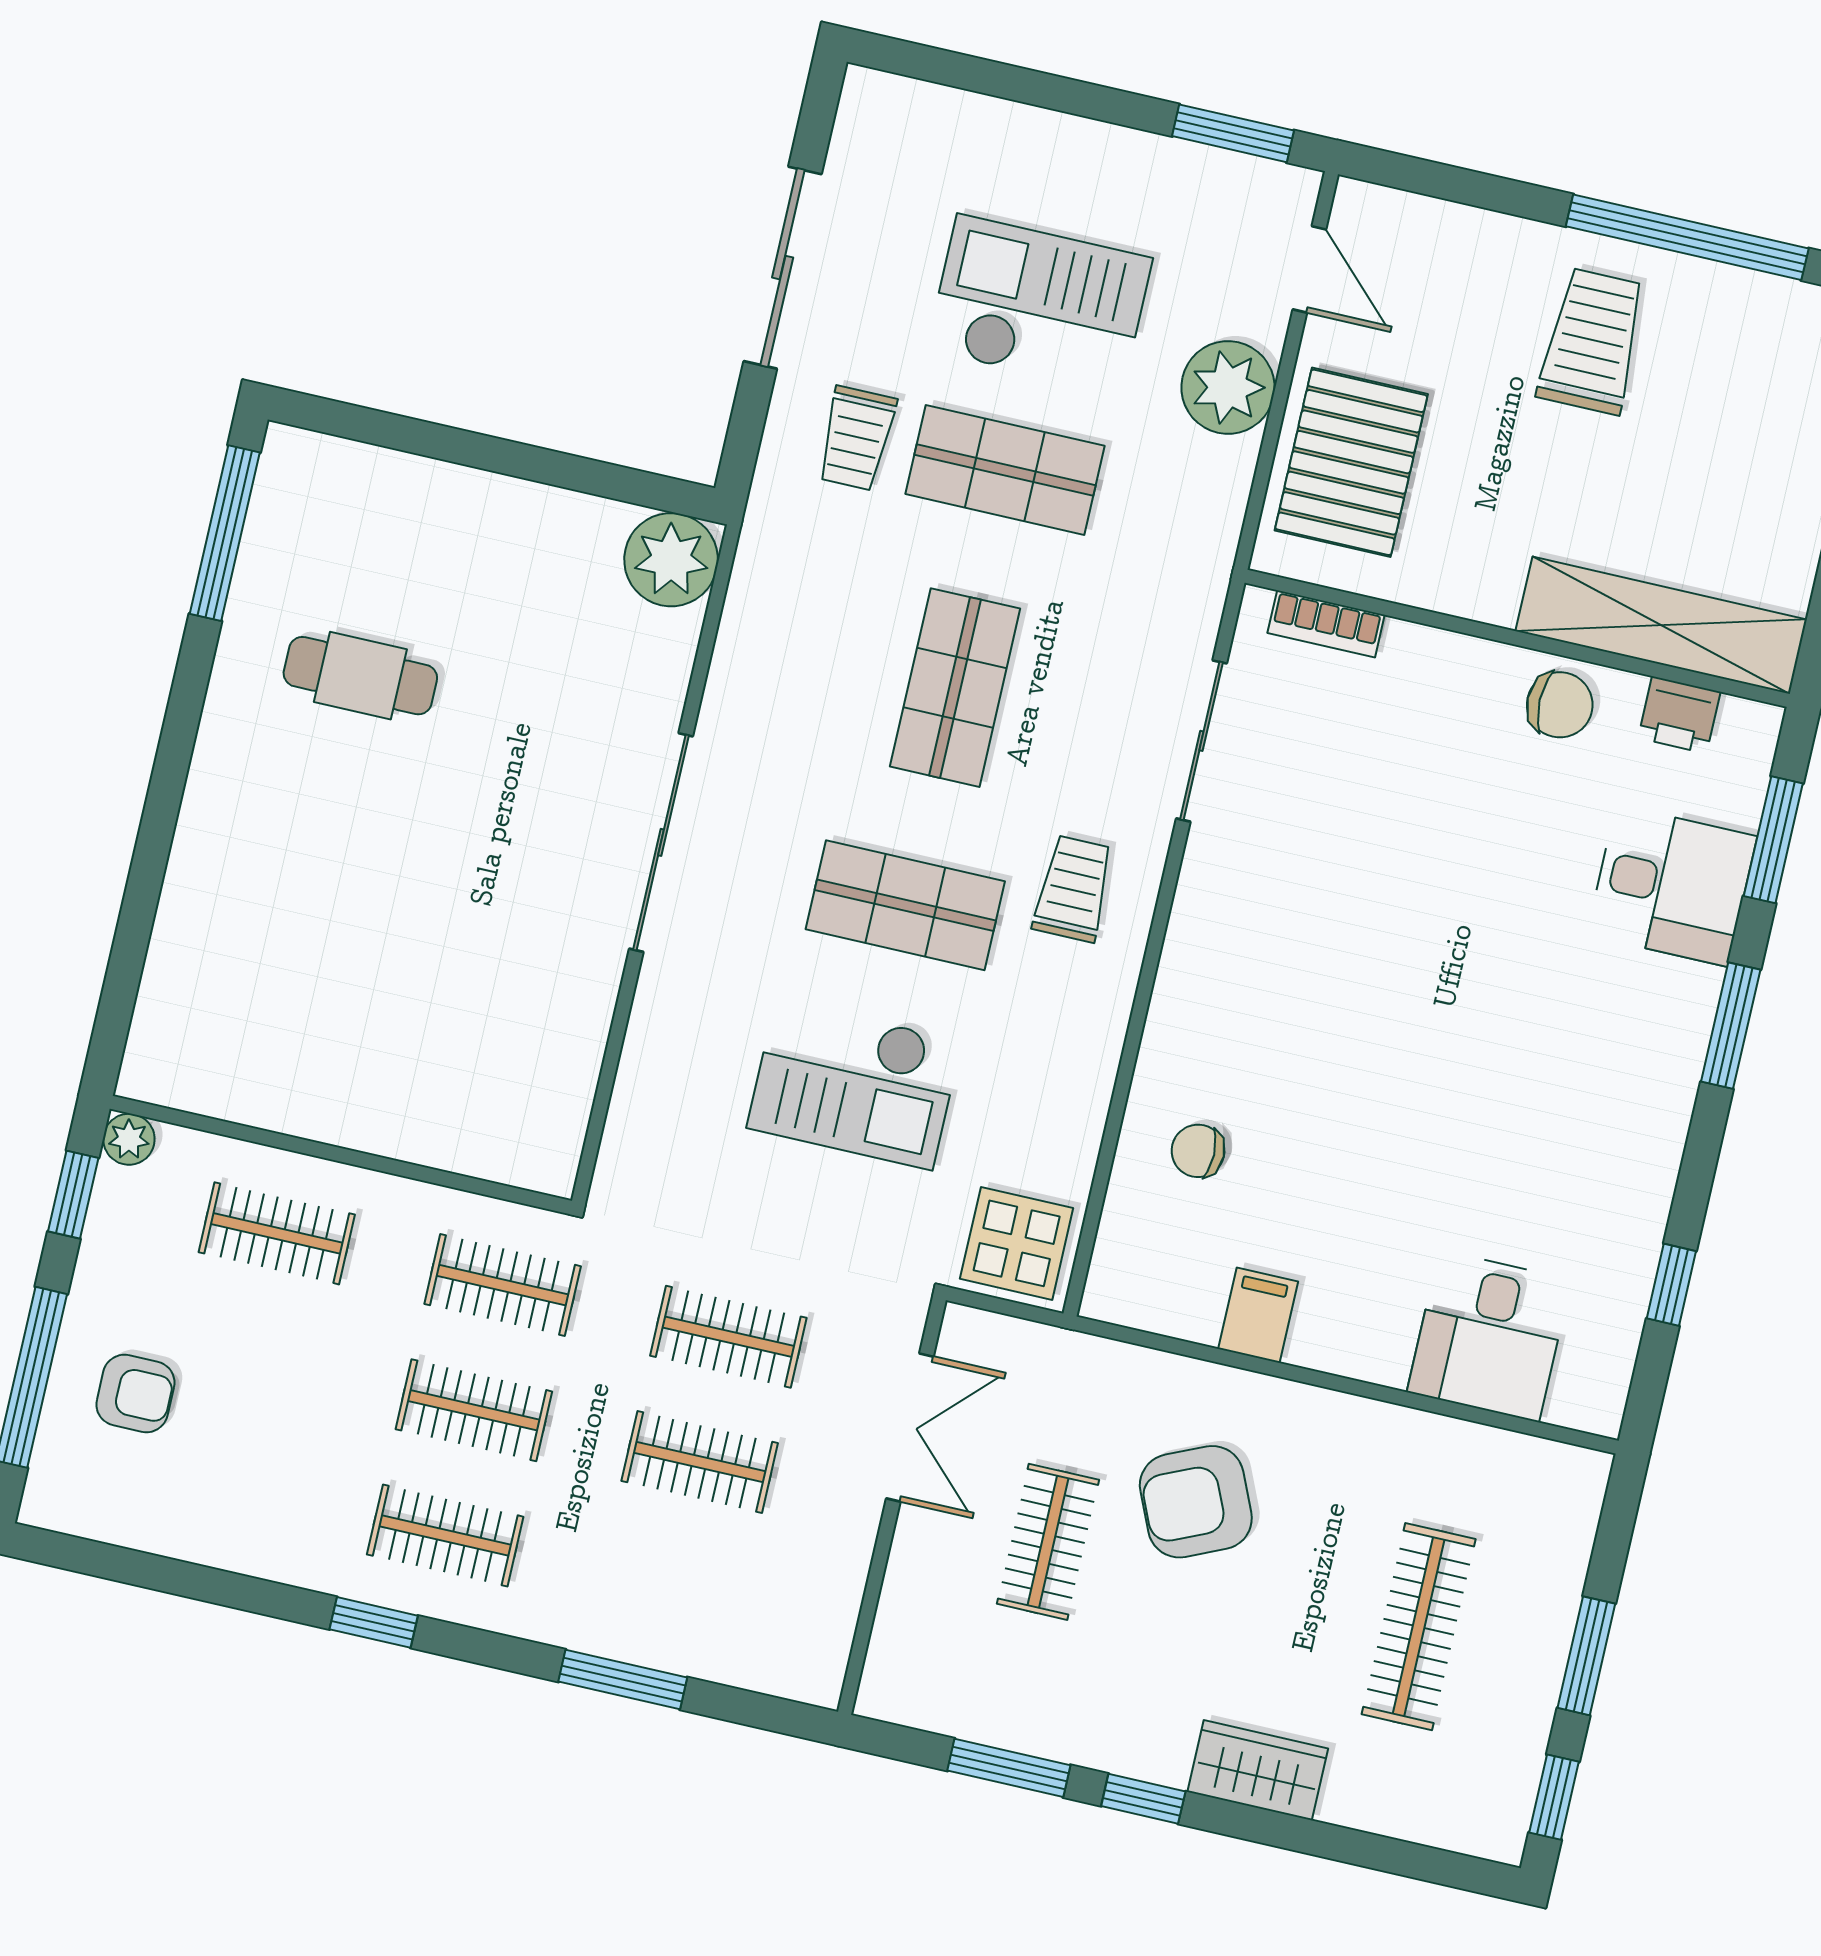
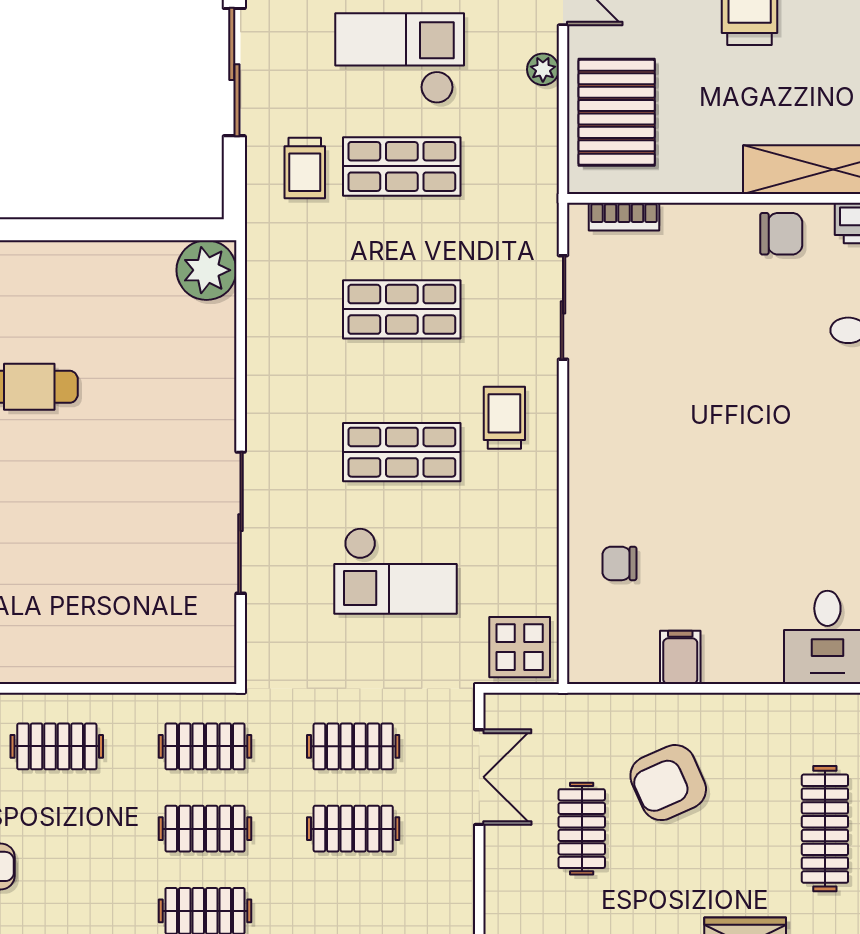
plant: (1228, 387) -> (543, 69), width x0.53, depth x0.53
shop shelf: (955, 688) -> (402, 309), turned 90
sliding door: (661, 842) -> (241, 523), moved

